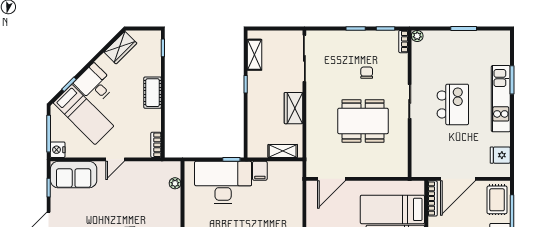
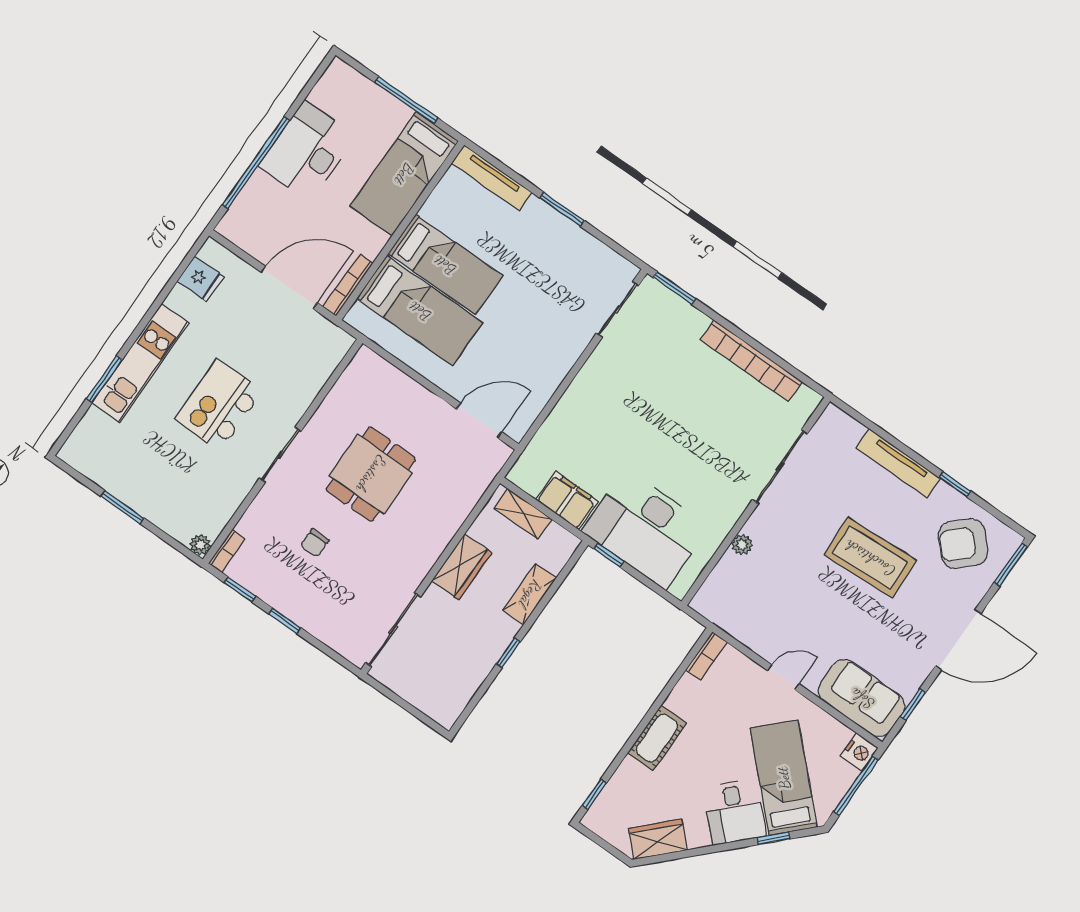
shelving: (255, 55) -> (530, 594), moved
dining table: (363, 121) -> (371, 474), width x0.73
filing cabinet: (260, 171) -> (567, 500), width x2.00
plant: (175, 183) -> (742, 544), moved
rug: (497, 200) -> (253, 215), removed

